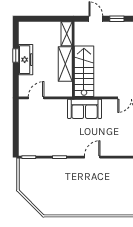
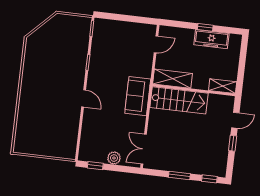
freezer: (26, 60) -> (211, 39), moved
shelving: (65, 64) -> (173, 79), moved
door: (36, 98) -> (156, 44), hinge flipped

